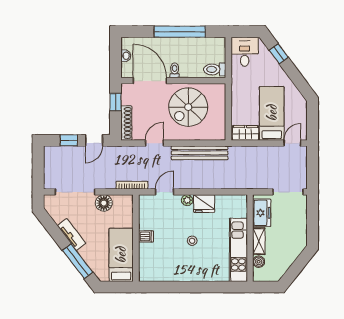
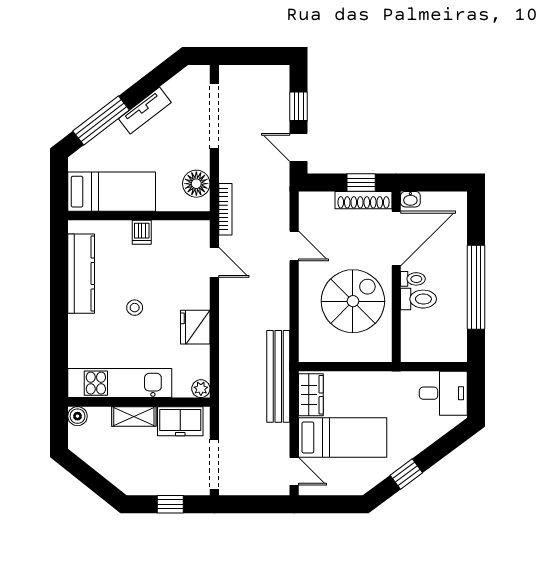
window: (279, 54) -> (406, 474), moved
washbasin: (126, 56) -> (410, 199), moved
toilet: (215, 69) -> (418, 299), moved, turned 90
spiral stairs: (188, 107) -> (353, 301), turned 90
shoe rack: (126, 123) -> (364, 200), moved
bench: (200, 153) -> (278, 376), moved
plant: (187, 200) -> (201, 389), moved
floor lamp: (104, 203) -> (196, 184), moved
window: (313, 219) -> (170, 504), added
boiler: (259, 262) -> (78, 416), moved
kitchen counter: (171, 273) -> (81, 274), added

